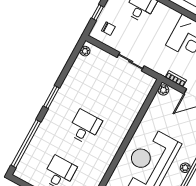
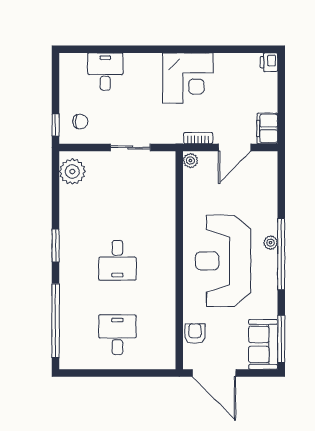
window: (97, 12) -> (56, 125), moved
plant: (85, 51) -> (72, 172), width x1.87, depth x1.87
desk: (85, 127) -> (117, 260), turned 180

